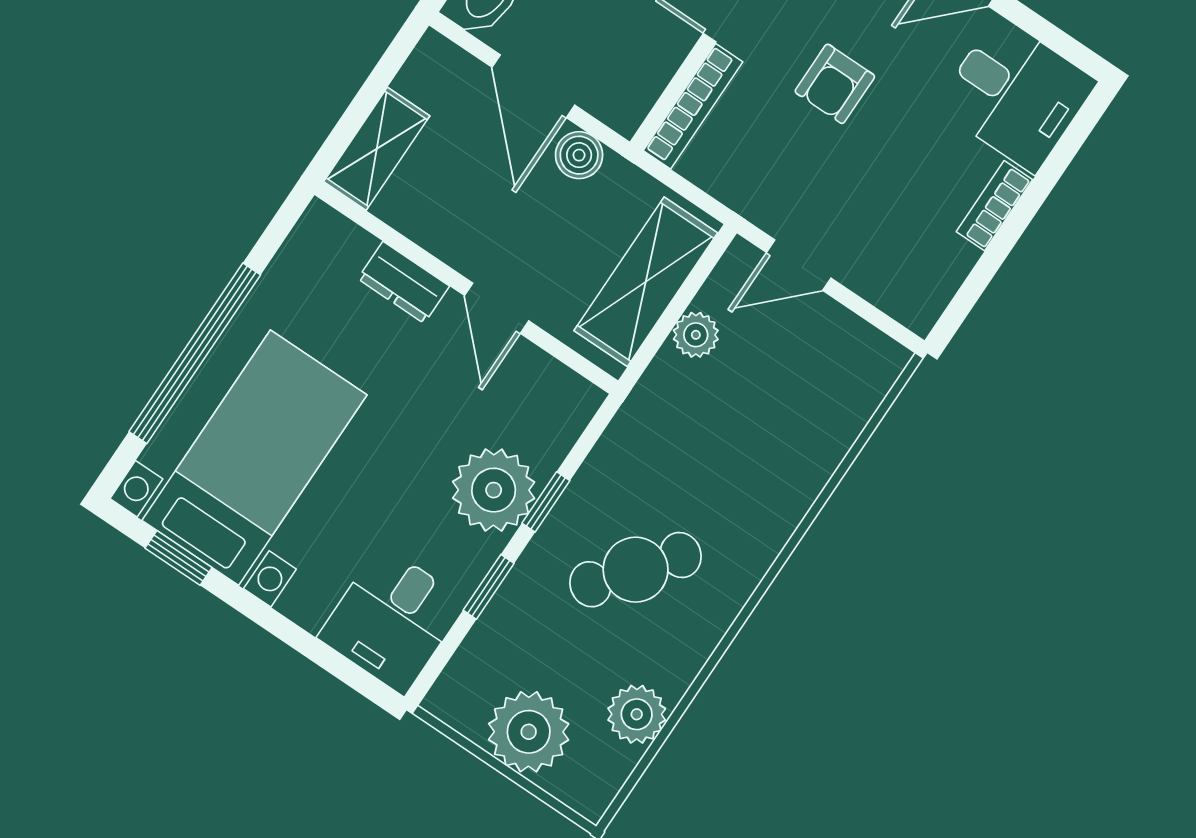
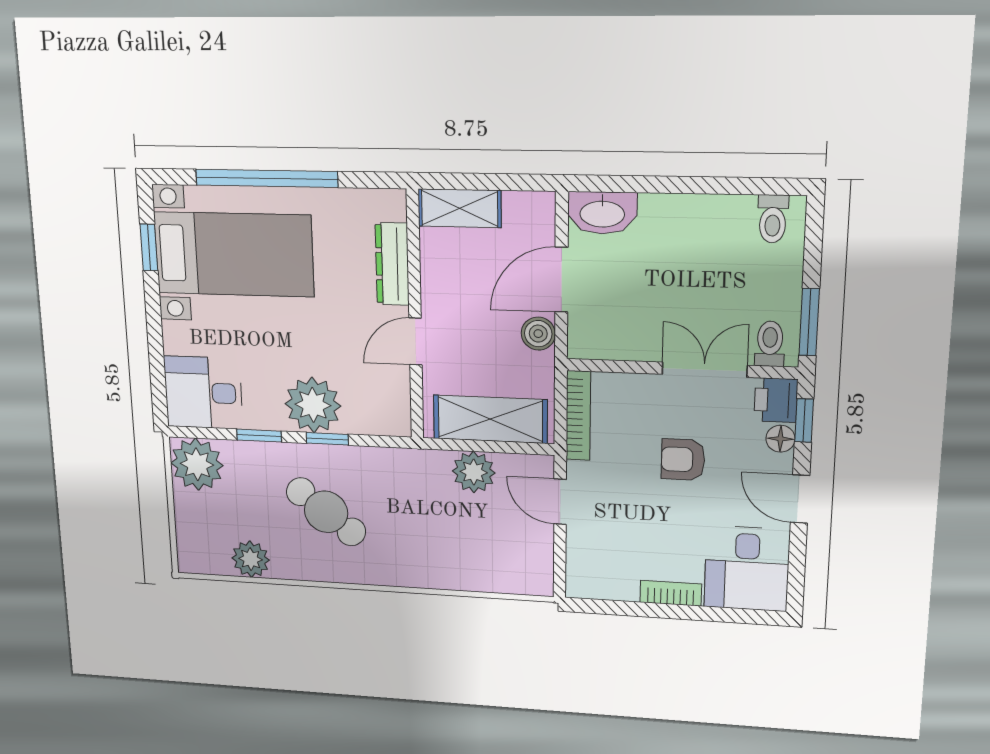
bookcase: (693, 106) -> (578, 416), moved, turned -90
dresser: (404, 282) -> (392, 264), width x1.44
plant: (696, 335) -> (474, 472), width x1.38, depth x1.38
plant: (529, 732) -> (197, 464), moved

